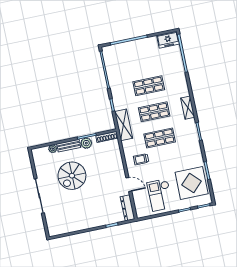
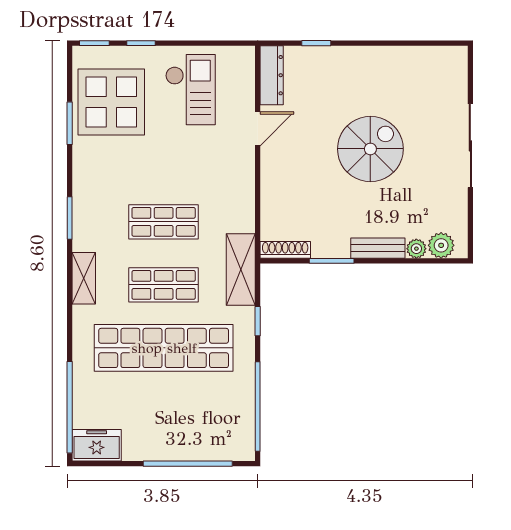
shop shelf: (149, 86) -> (164, 348), width x2.00, depth x1.36
plant: (86, 143) -> (441, 245), moved
trolley: (141, 159) -> (217, 181), removed
spiral stairs: (72, 176) -> (370, 149), moved
door: (129, 185) -> (258, 129), swing flipped

